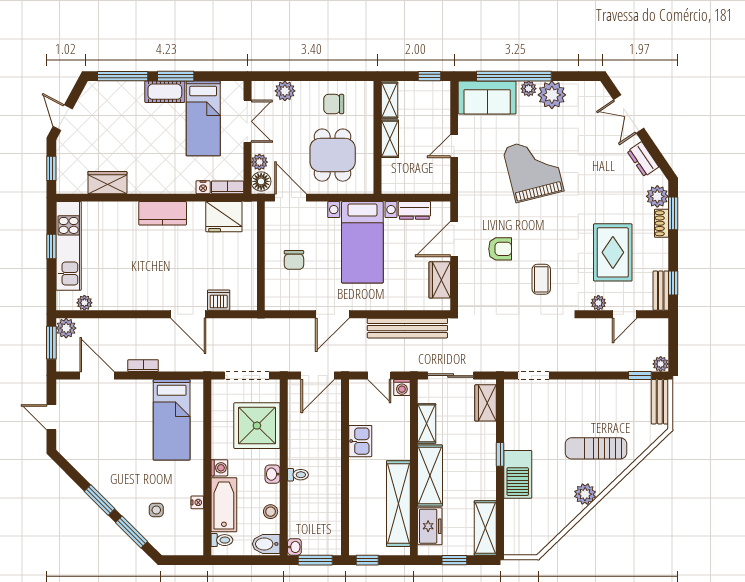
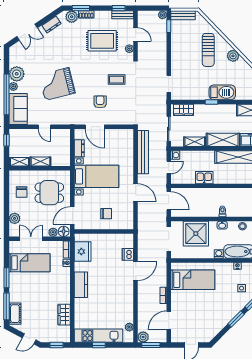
cot: (165, 92) -> (15, 314), moved
wardrobe: (440, 280) -> (117, 135), removed

